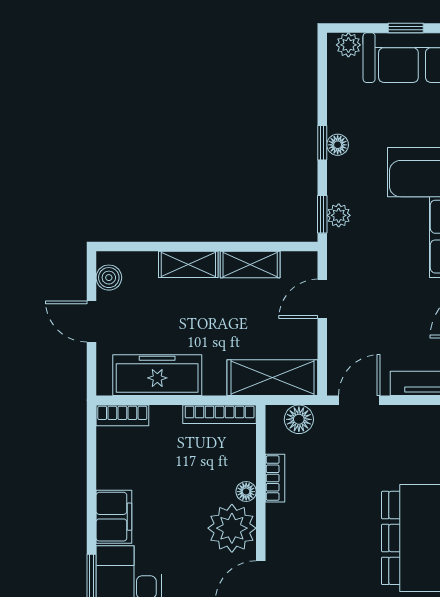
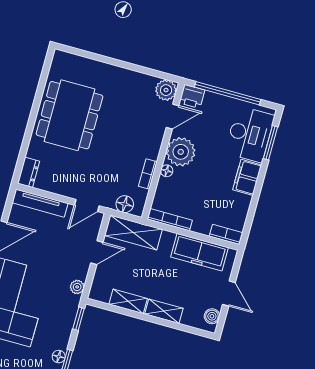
plant: (339, 215) -> (77, 287), moved
door: (322, 299) -> (97, 253), moved

